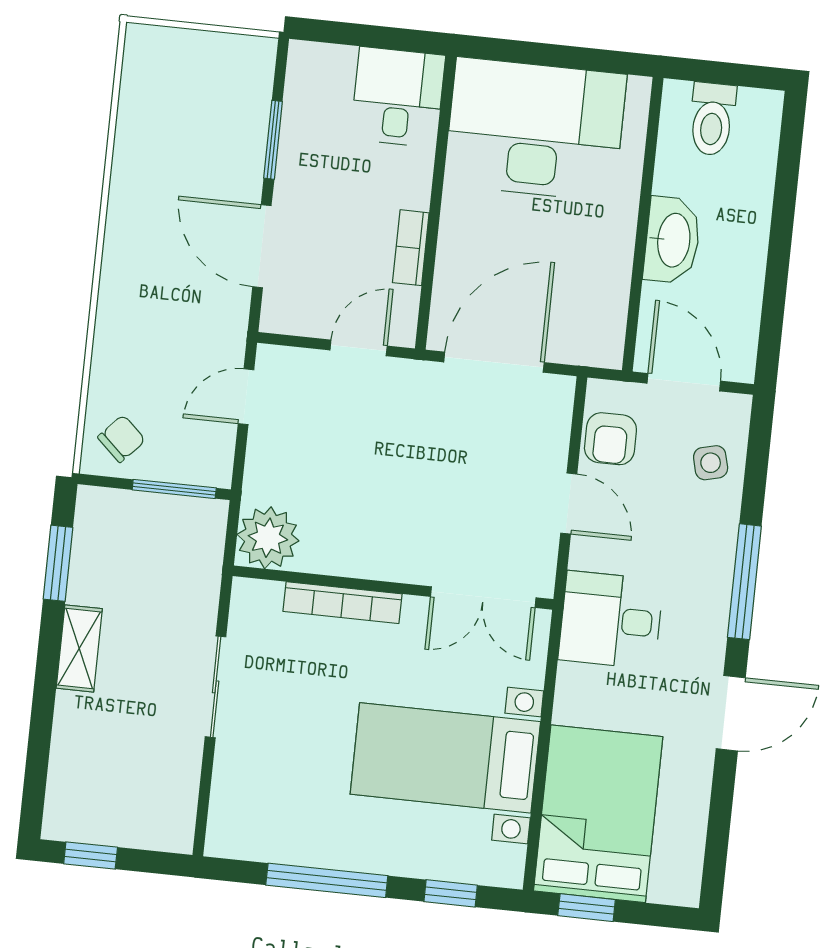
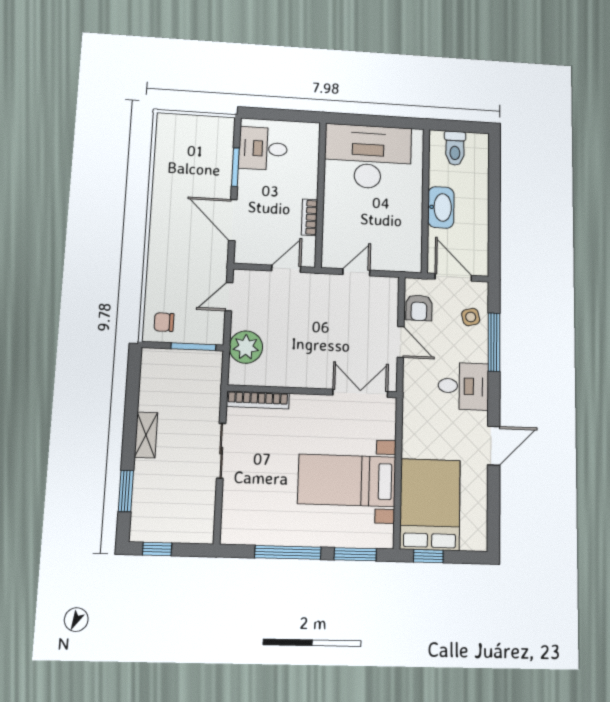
desk: (398, 97) -> (263, 149), moved, turned -90
door: (494, 362) -> (356, 272), width x0.53
chair: (122, 439) -> (164, 322), turned -133
plant: (268, 538) -> (246, 347), moved
window: (58, 563) -> (126, 491), moved
window: (744, 582) -> (494, 342), moved
double door: (483, 597) -> (360, 393), swing flipped
bookcase: (343, 603) -> (258, 400), moved
desk: (611, 620) -> (463, 386), moved, turned 180
window: (451, 893) -> (355, 554), width x1.50

